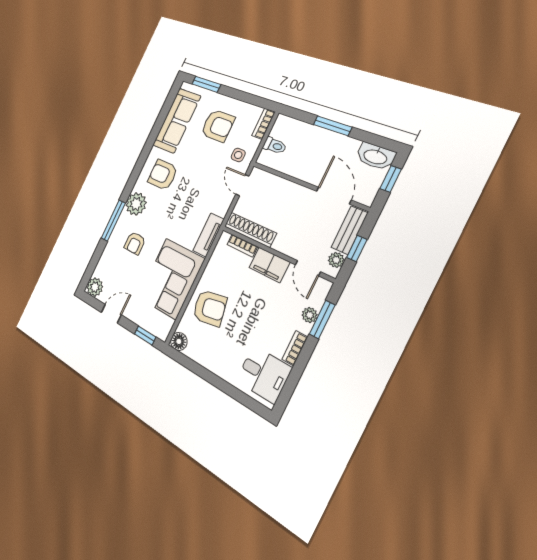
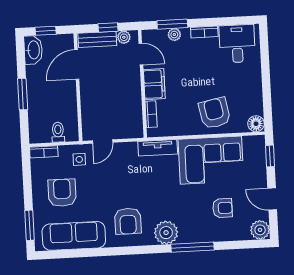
shoe rack: (250, 230) -> (135, 115), removed
armchair: (135, 243) -> (223, 208), moved
door: (308, 268) -> (141, 54), hinge flipped

